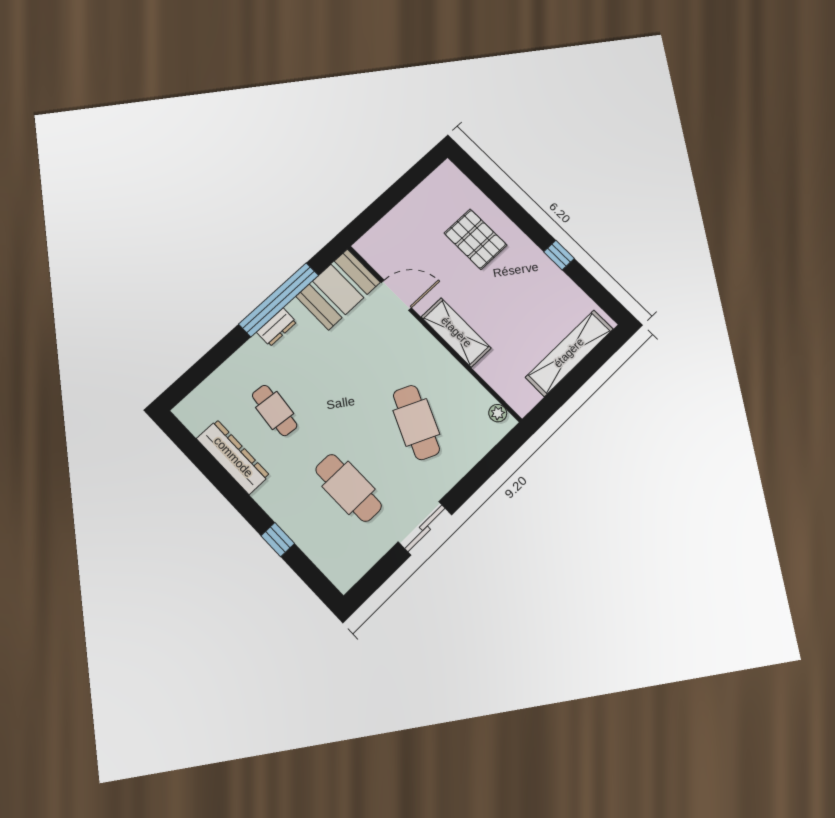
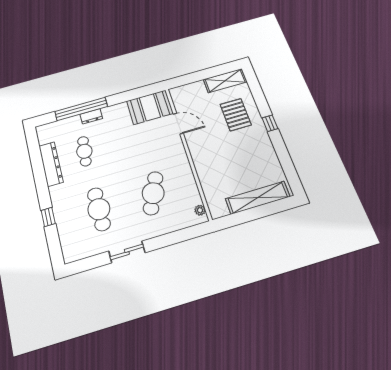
window: (559, 255) -> (270, 123), moved
window: (279, 300) -> (81, 109), moved
dresser: (277, 327) -> (91, 116), moved
shelving: (456, 332) -> (225, 81), moved, turned 90

